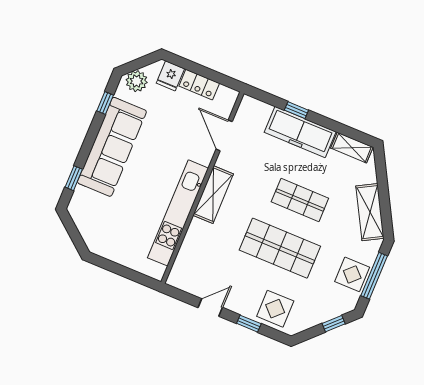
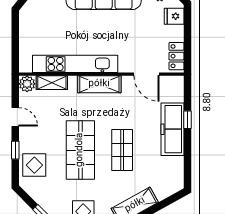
locker: (199, 85) -> (176, 56), moved
door: (224, 135) -> (146, 74), swing flipped
shelving: (352, 148) -> (52, 83), moved, turned 90
plant: (178, 278) -> (27, 84), added

